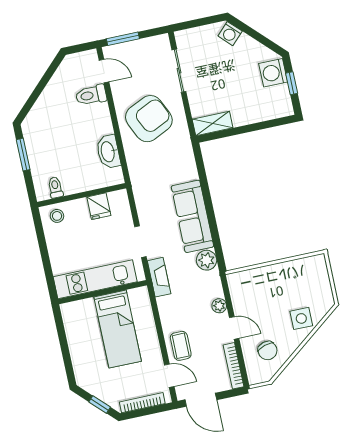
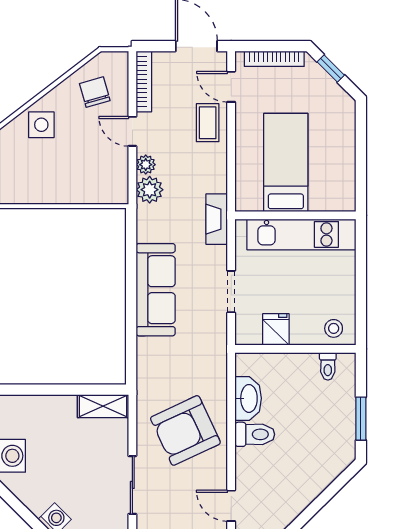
toilet: (91, 95) -> (255, 434), moved
doorway: (140, 242) -> (231, 292), moved
plant: (207, 260) -> (150, 190), moved

